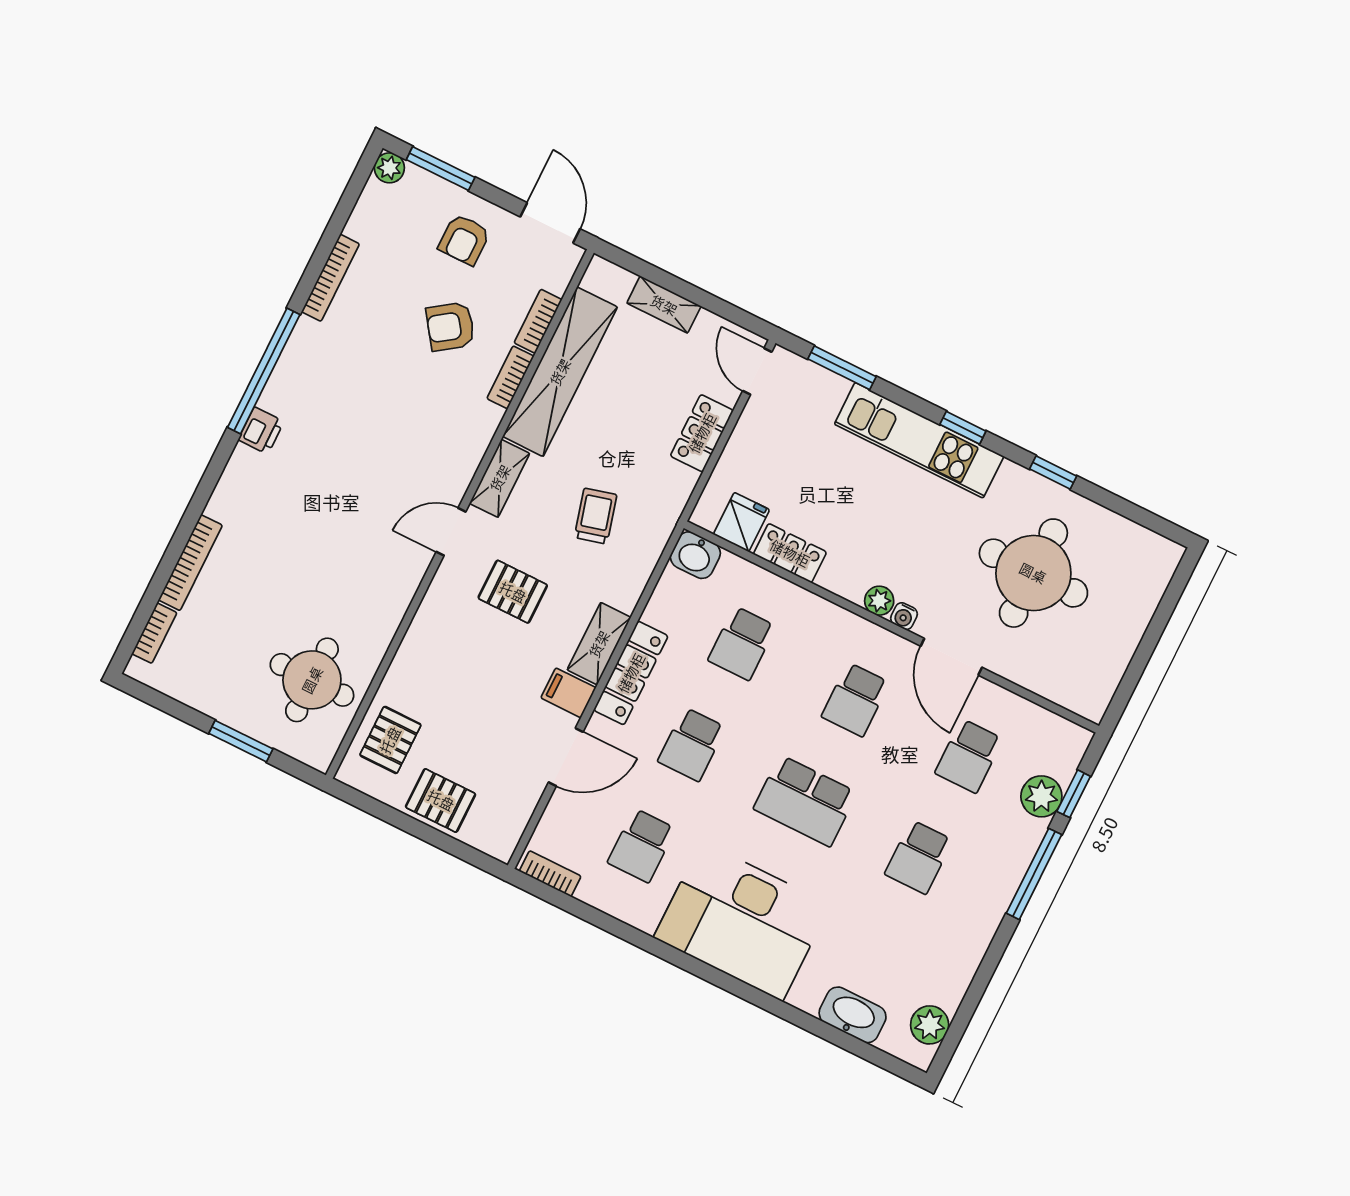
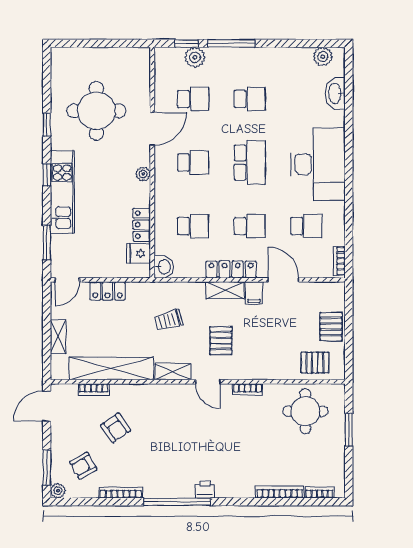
armchair: (464, 240) -> (83, 466), moved, turned 151
bookcase: (510, 377) -> (248, 390), moved
water cooler: (904, 616) -> (145, 159), removed

